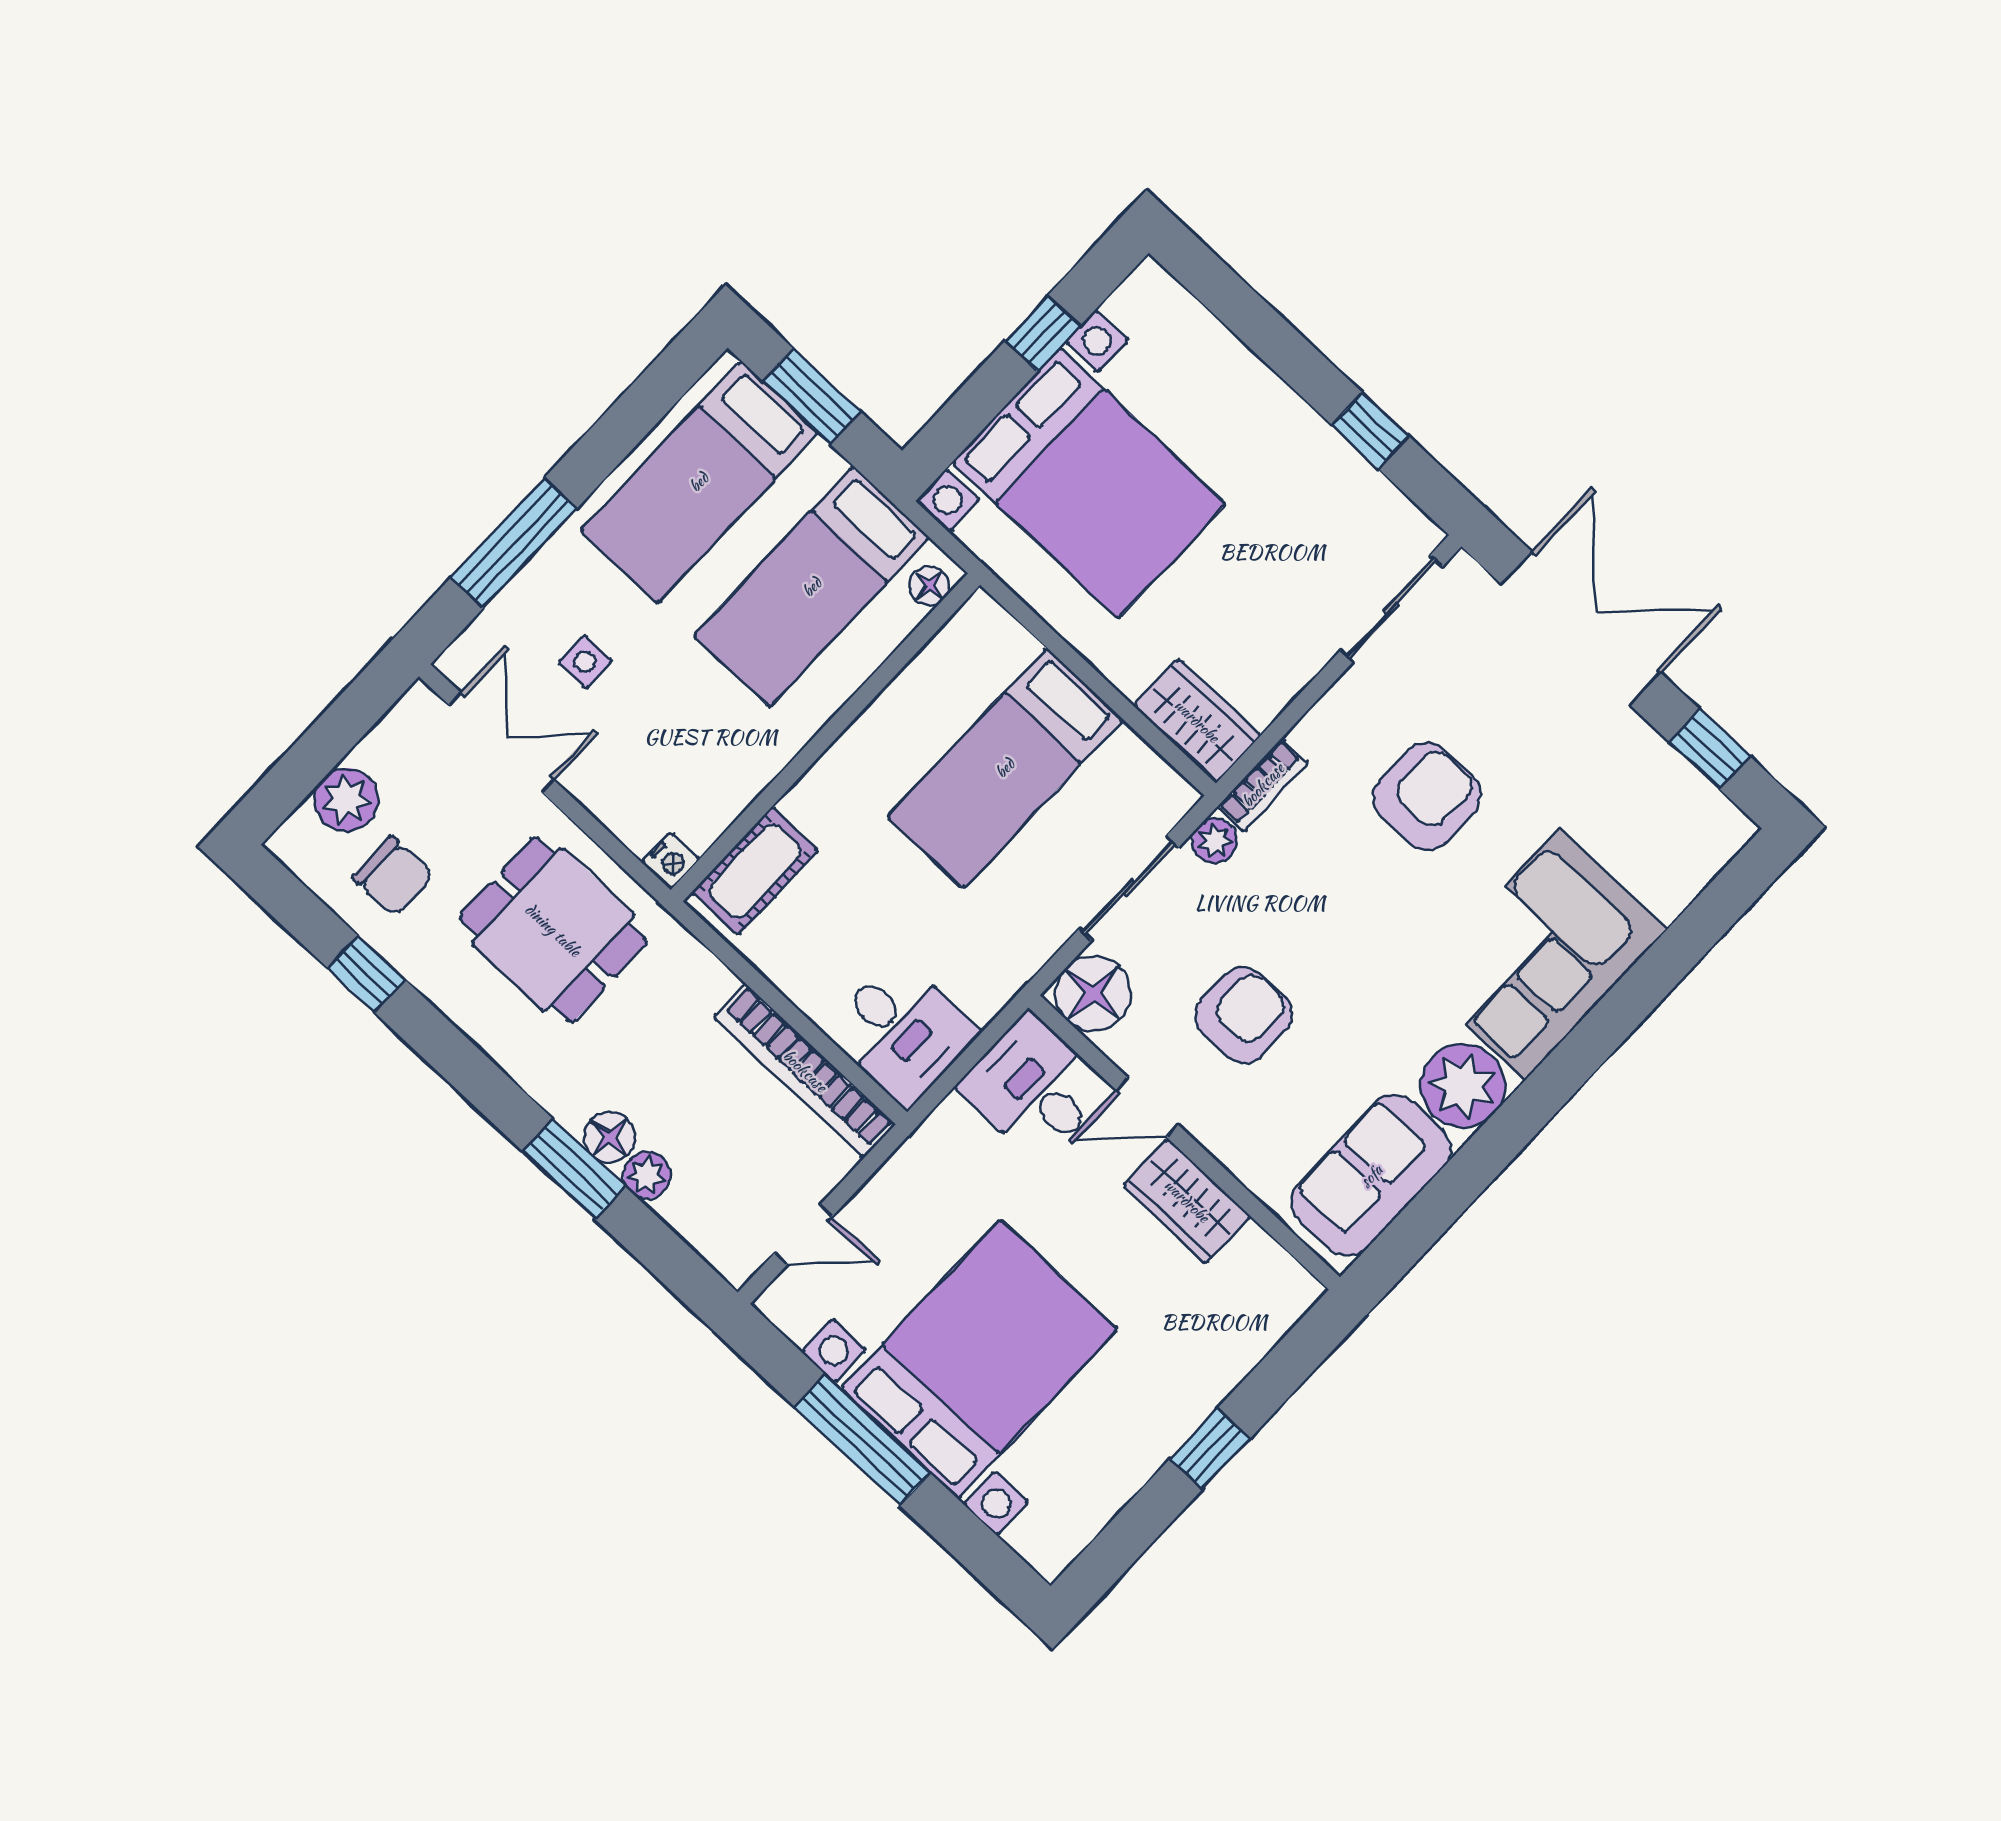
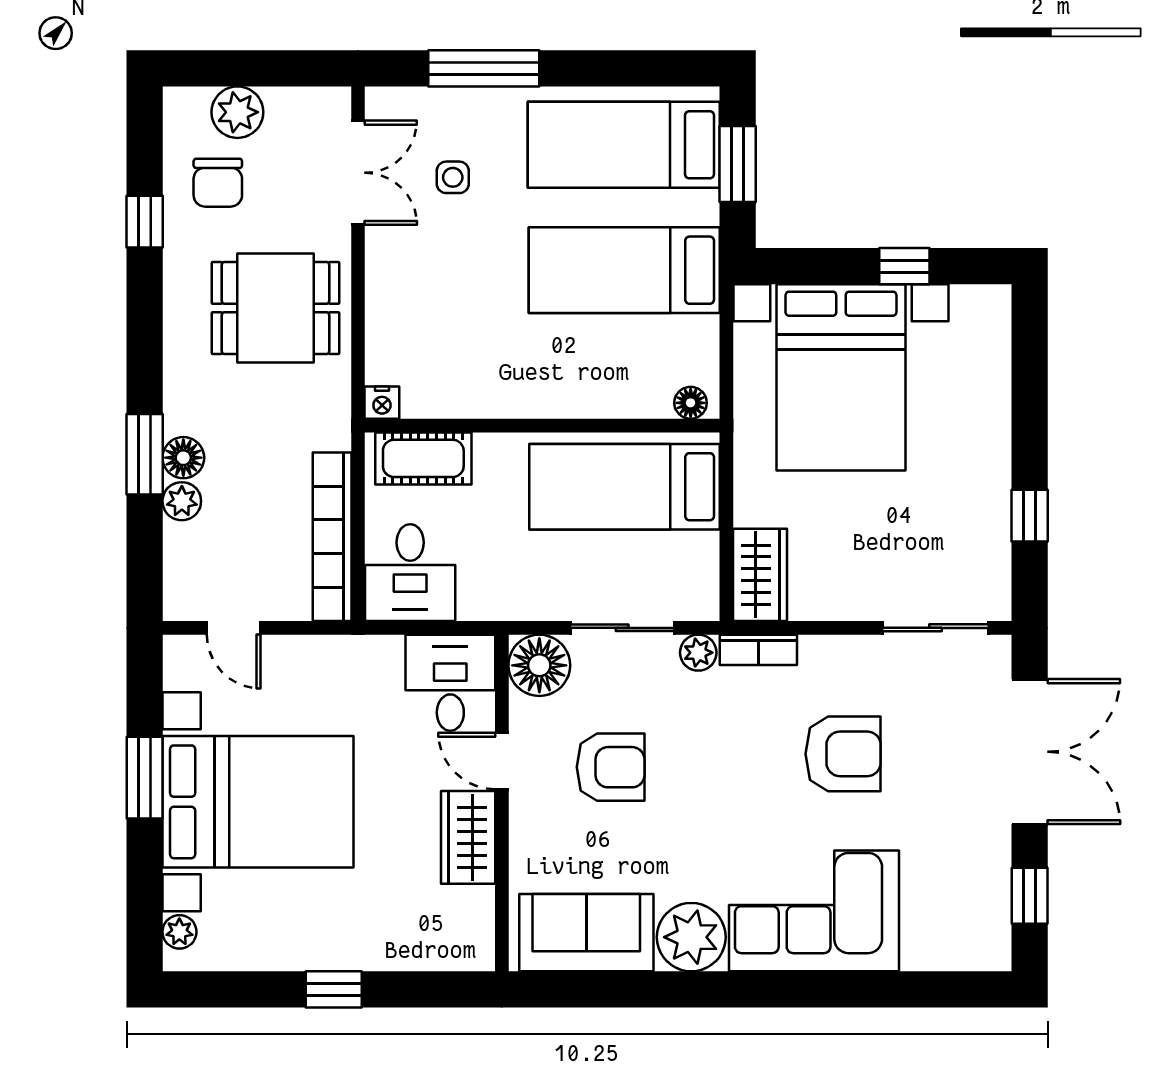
floor lamp: (929, 586) -> (691, 403), moved
wall: (825, 737) -> (542, 426), moved
nightstand: (671, 861) -> (382, 403), moved
cot: (755, 871) -> (423, 458), moved
dining table: (553, 930) -> (276, 308), turned 90
window: (863, 1440) -> (145, 778), width x0.69
plant: (1029, 1538) -> (179, 932), added

